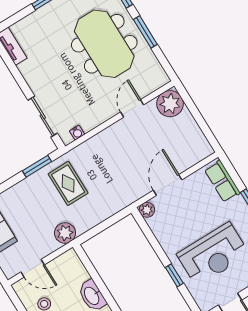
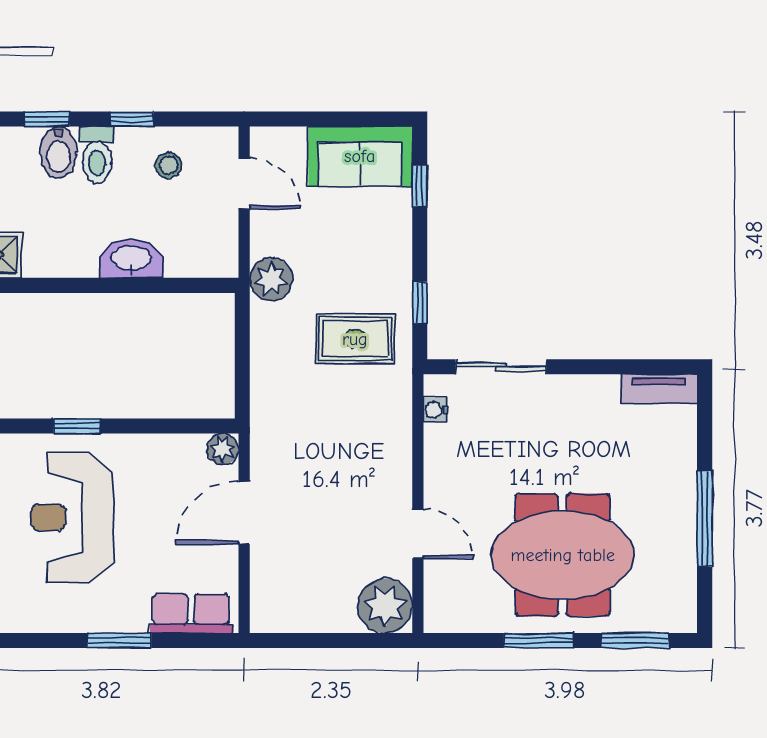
window: (37, 166) -> (420, 303), width x0.67
door: (168, 185) -> (244, 513), swing flipped
door: (33, 268) -> (244, 183), swing flipped

